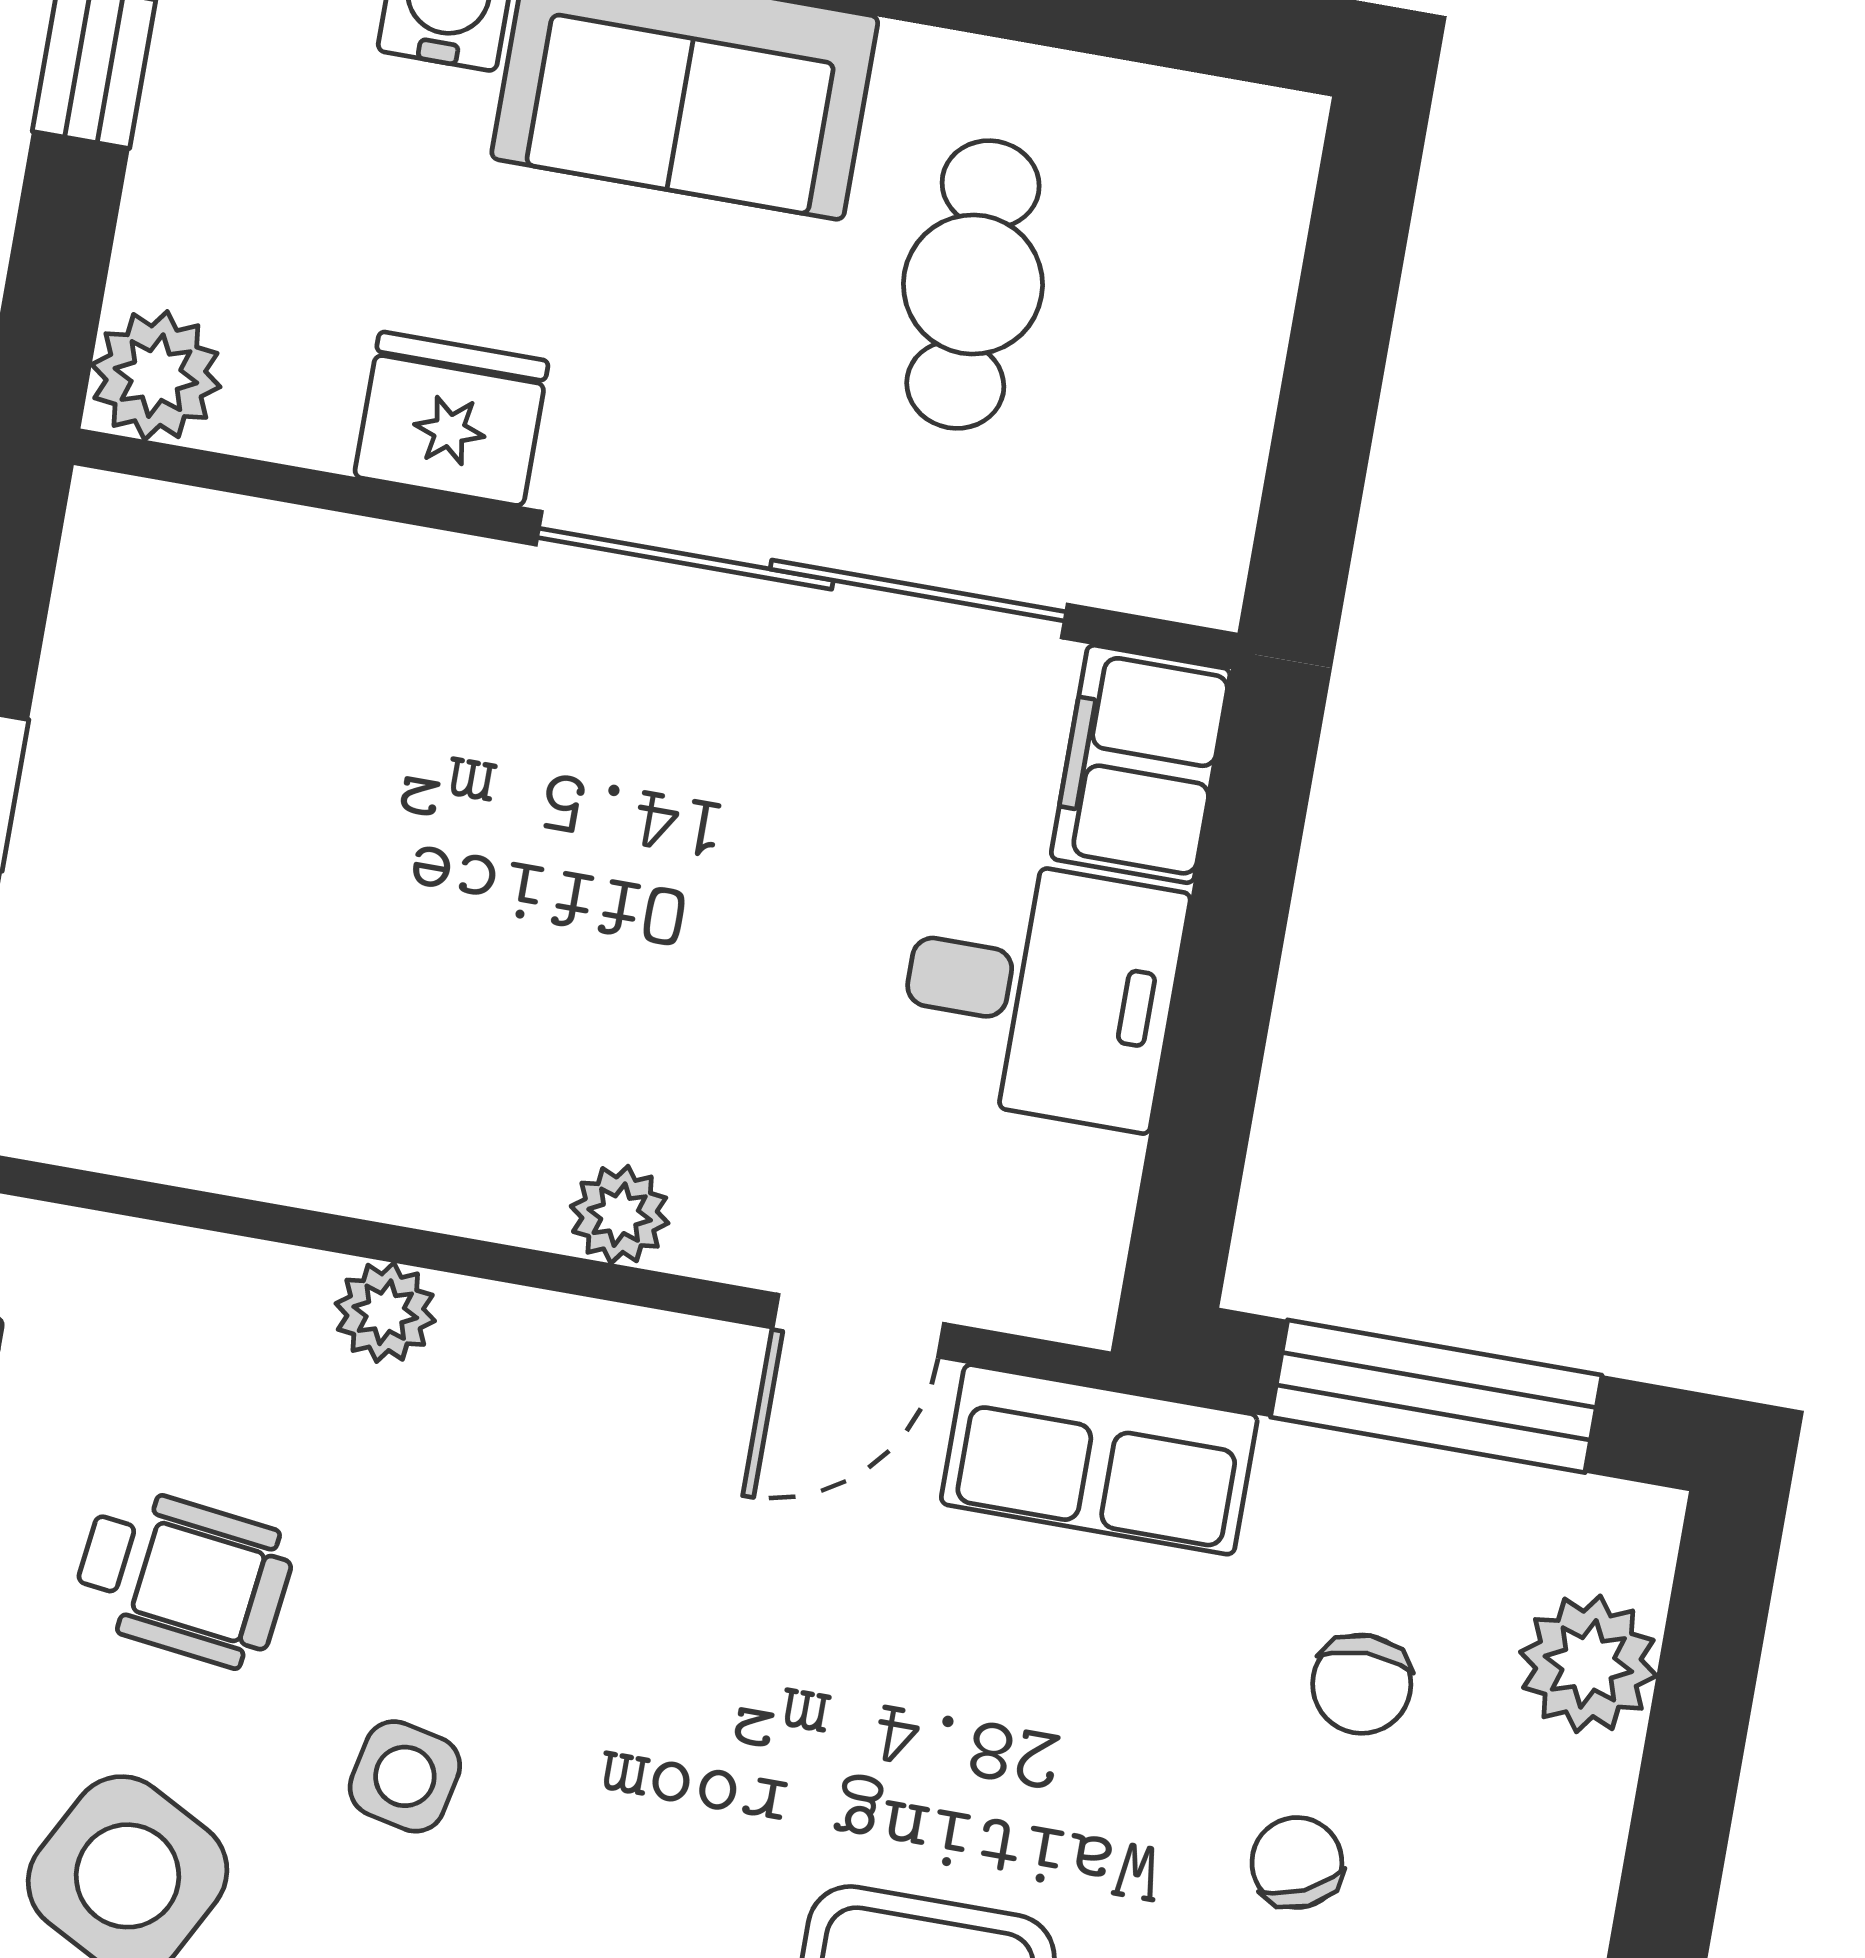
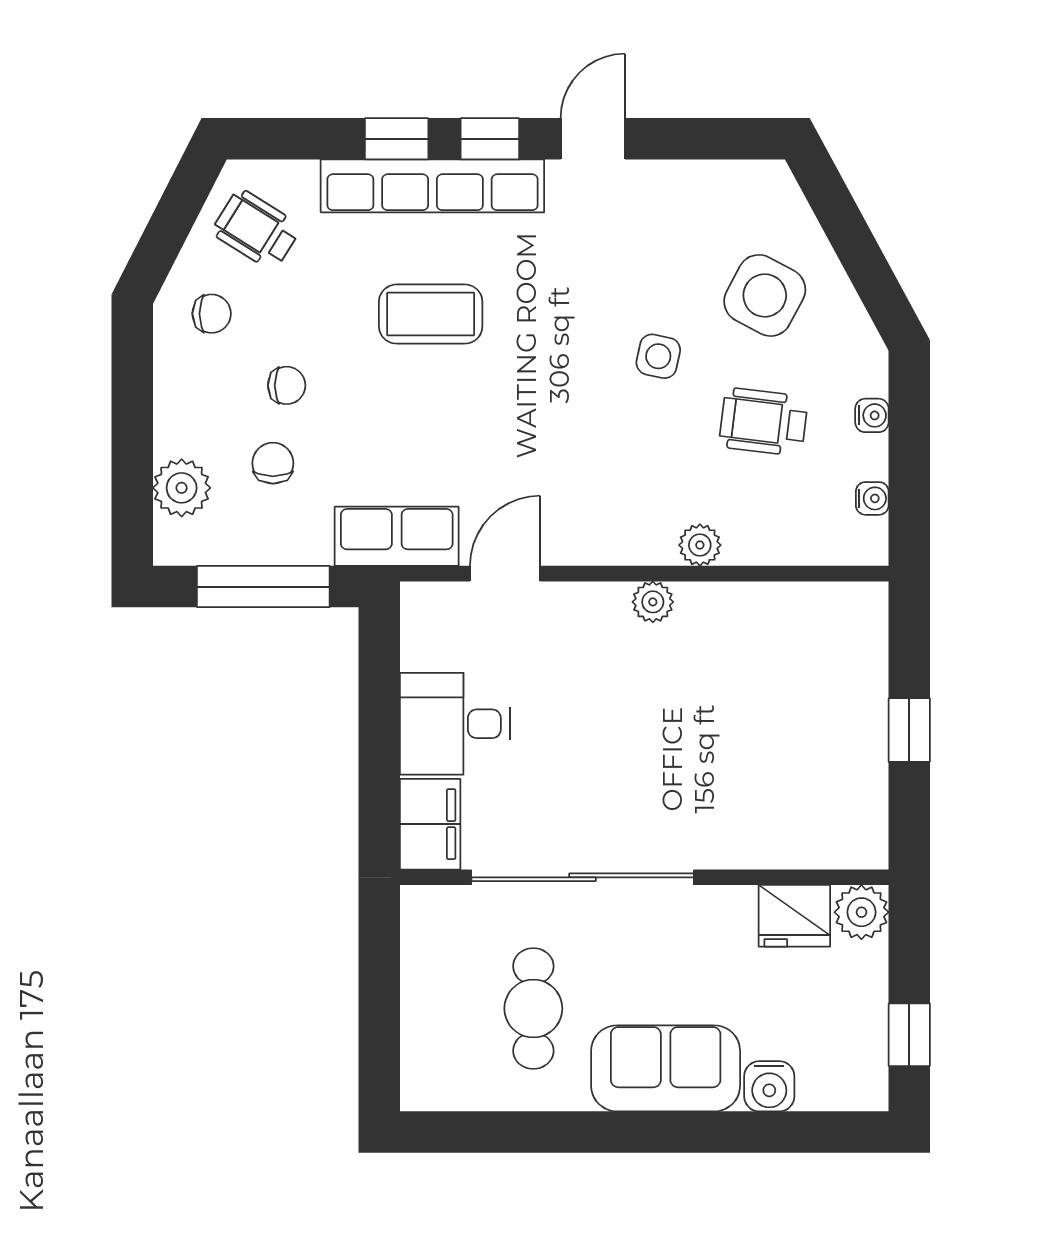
fridge: (451, 419) -> (794, 916), moved
plant: (620, 1215) -> (653, 602), moved
chair: (1297, 1863) -> (287, 385), turned -65

